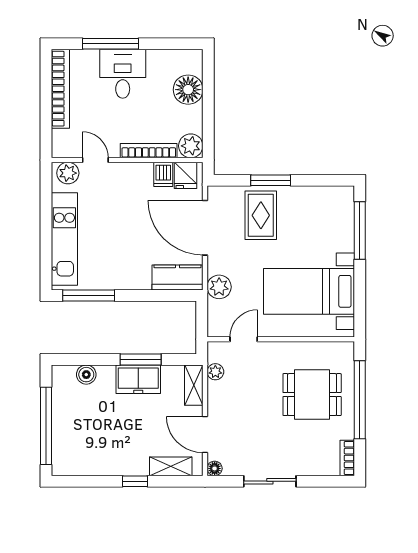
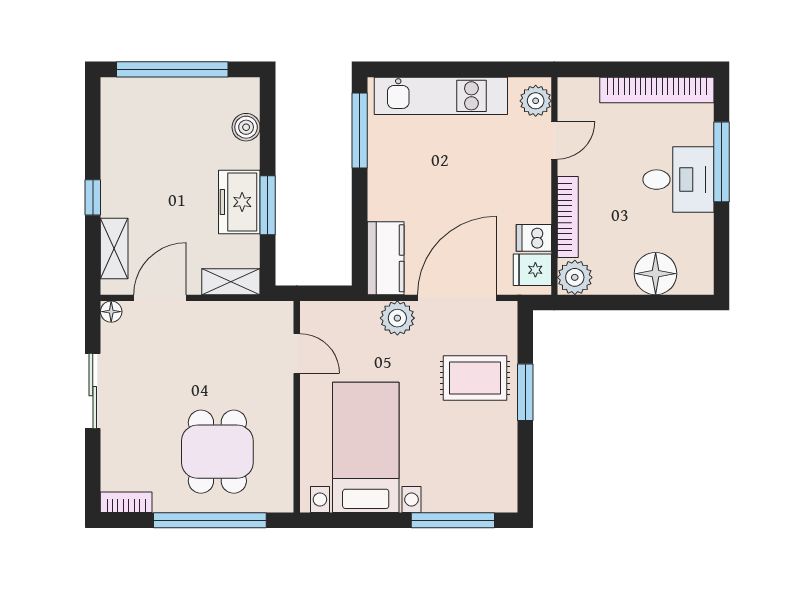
plant: (219, 287) -> (397, 318), moved
plant: (215, 372) -> (250, 313), removed

